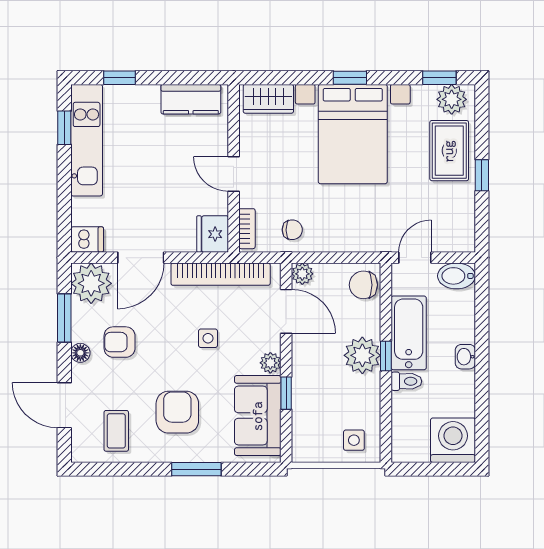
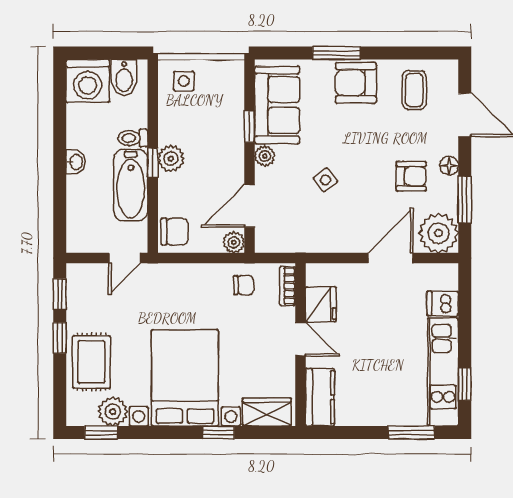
window: (119, 78) -> (411, 433), width x1.50
window: (350, 78) -> (218, 433), moved
kitchen counter: (191, 99) -> (320, 397), moved, turned 90
plant: (452, 99) -> (113, 412), moved
window: (482, 220) -> (60, 294), added
chair: (292, 230) -> (244, 285), turned 180
fridge: (213, 234) -> (321, 304), moved
dishwasher: (87, 239) -> (443, 303), moved
bookcase: (221, 274) -> (313, 242), removed
bidet: (456, 276) -> (124, 78), moved, turned 90
door: (286, 311) -> (249, 206), hinge flipped
side table: (208, 338) -> (325, 180), turned -37
plant: (362, 355) -> (171, 158), width x0.73, depth x0.73
armchair: (177, 412) -> (356, 83), moved, turned 90

